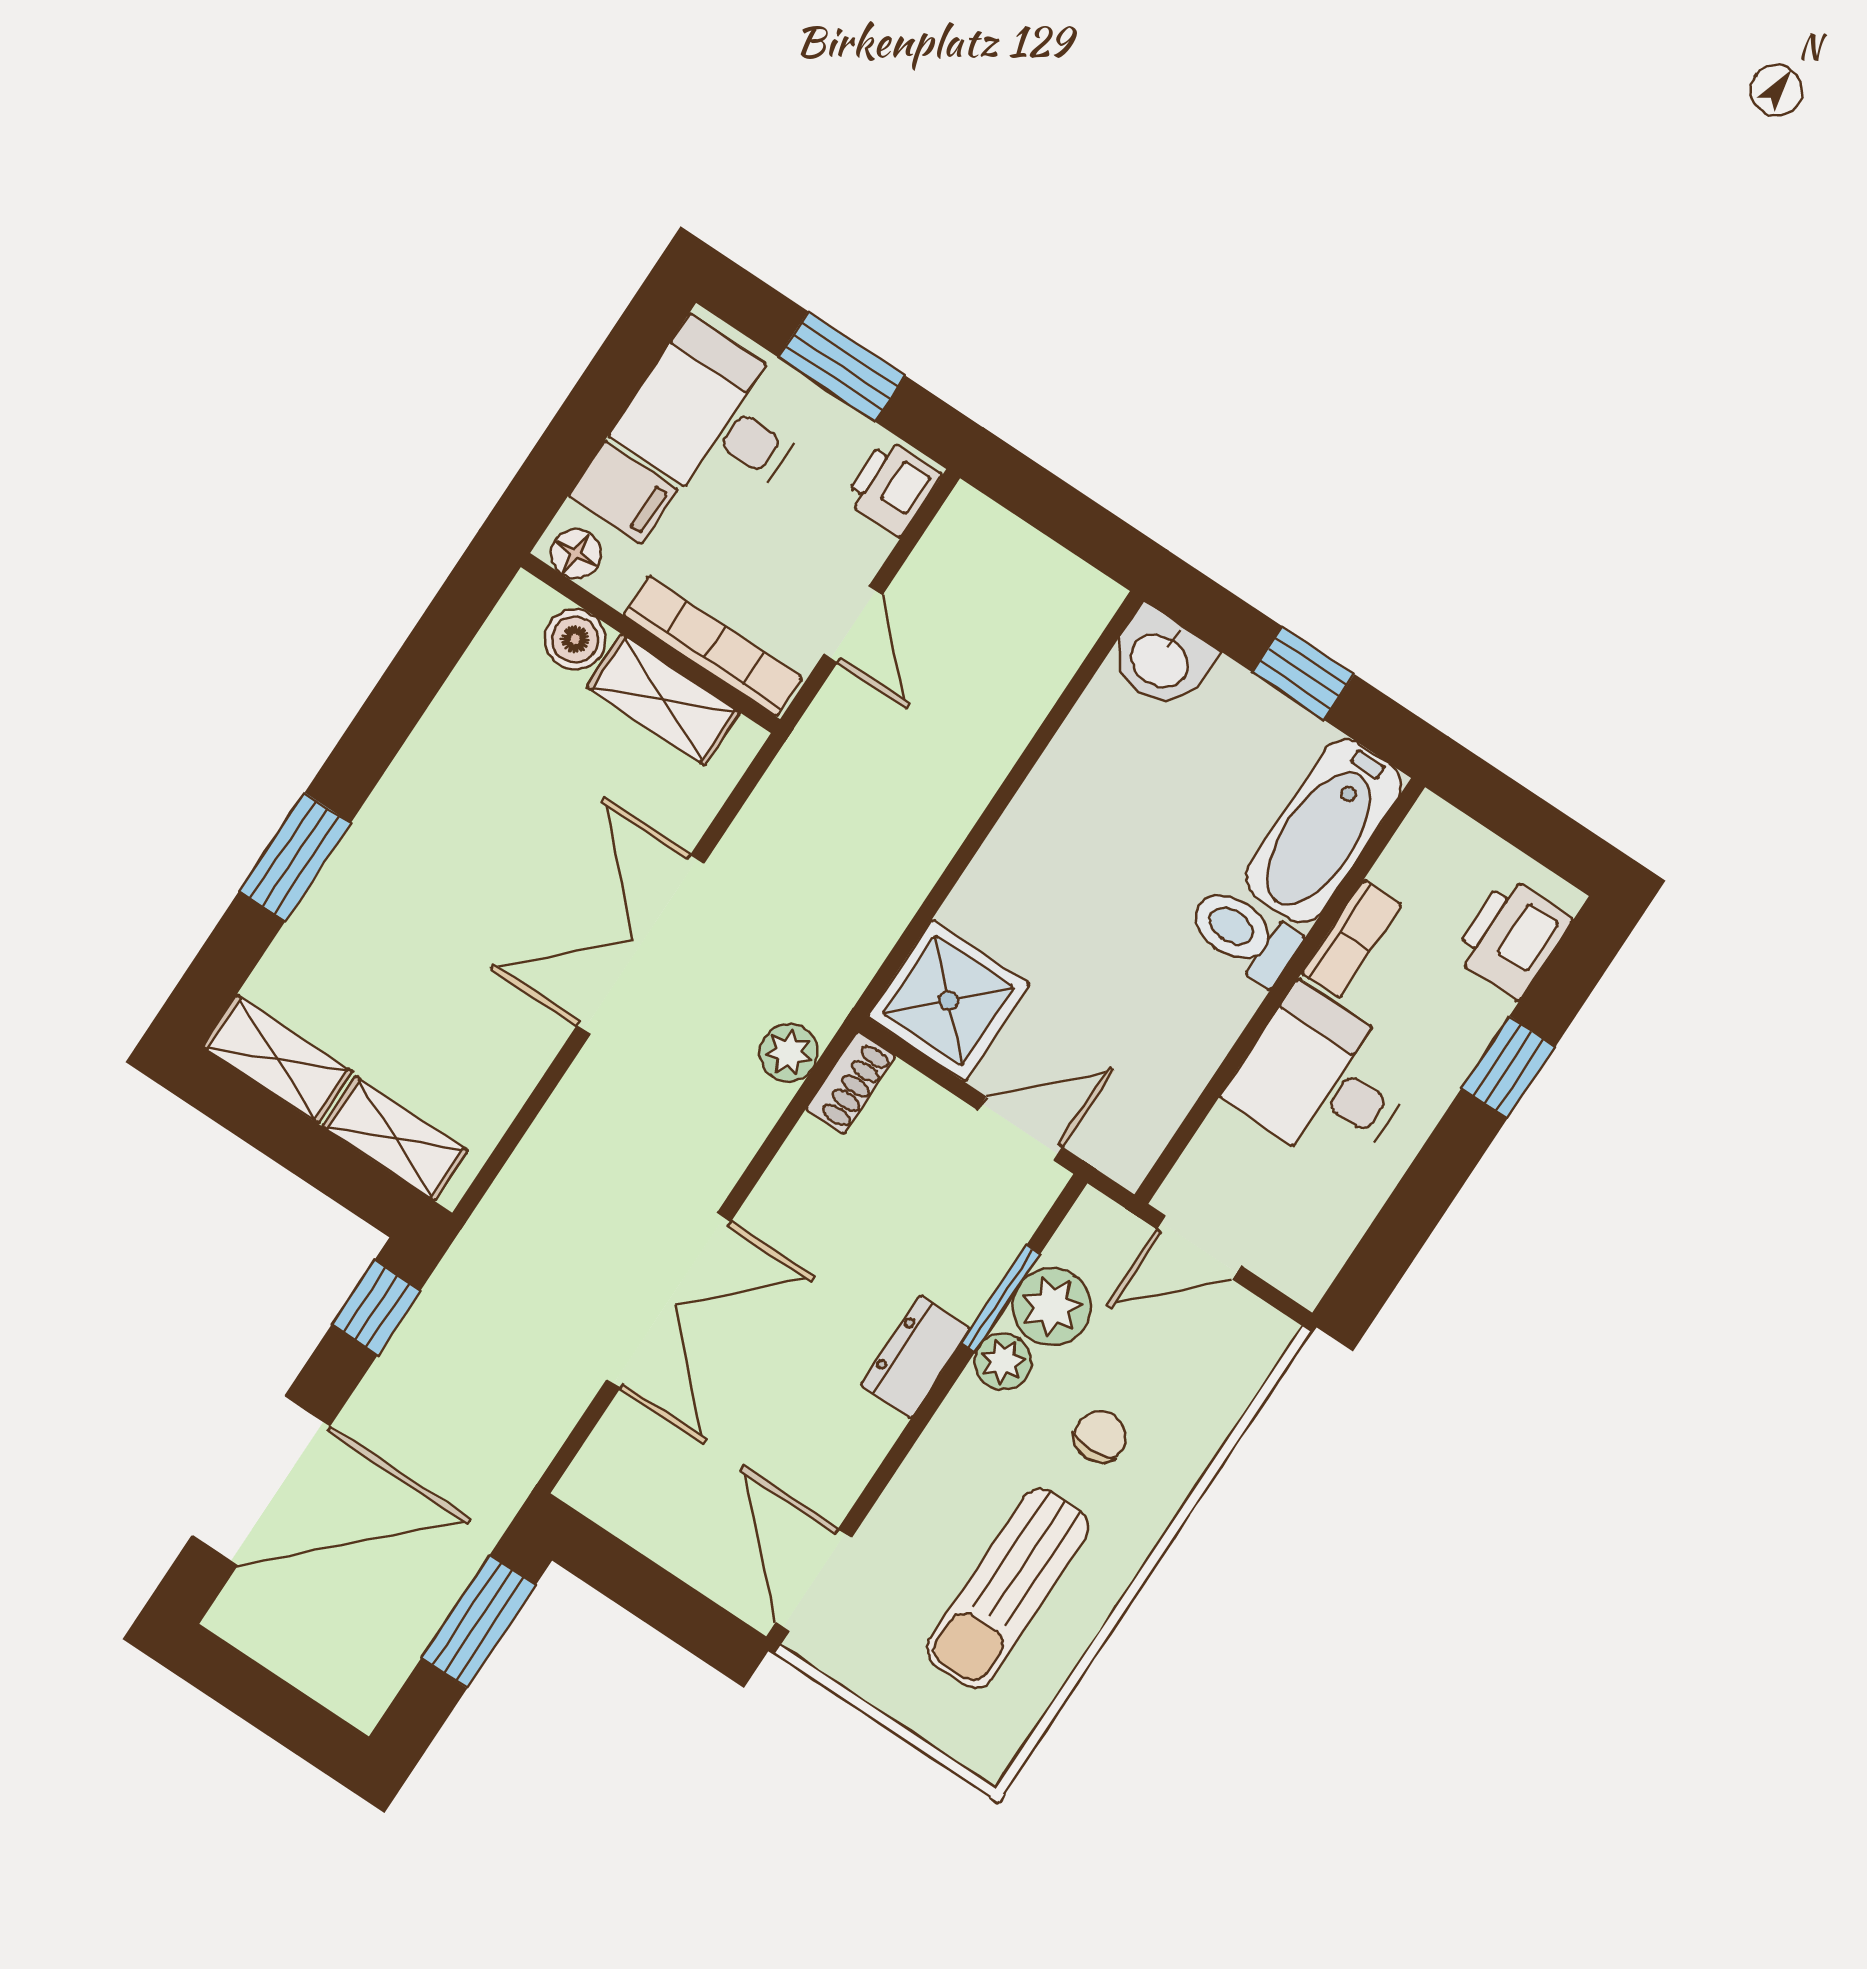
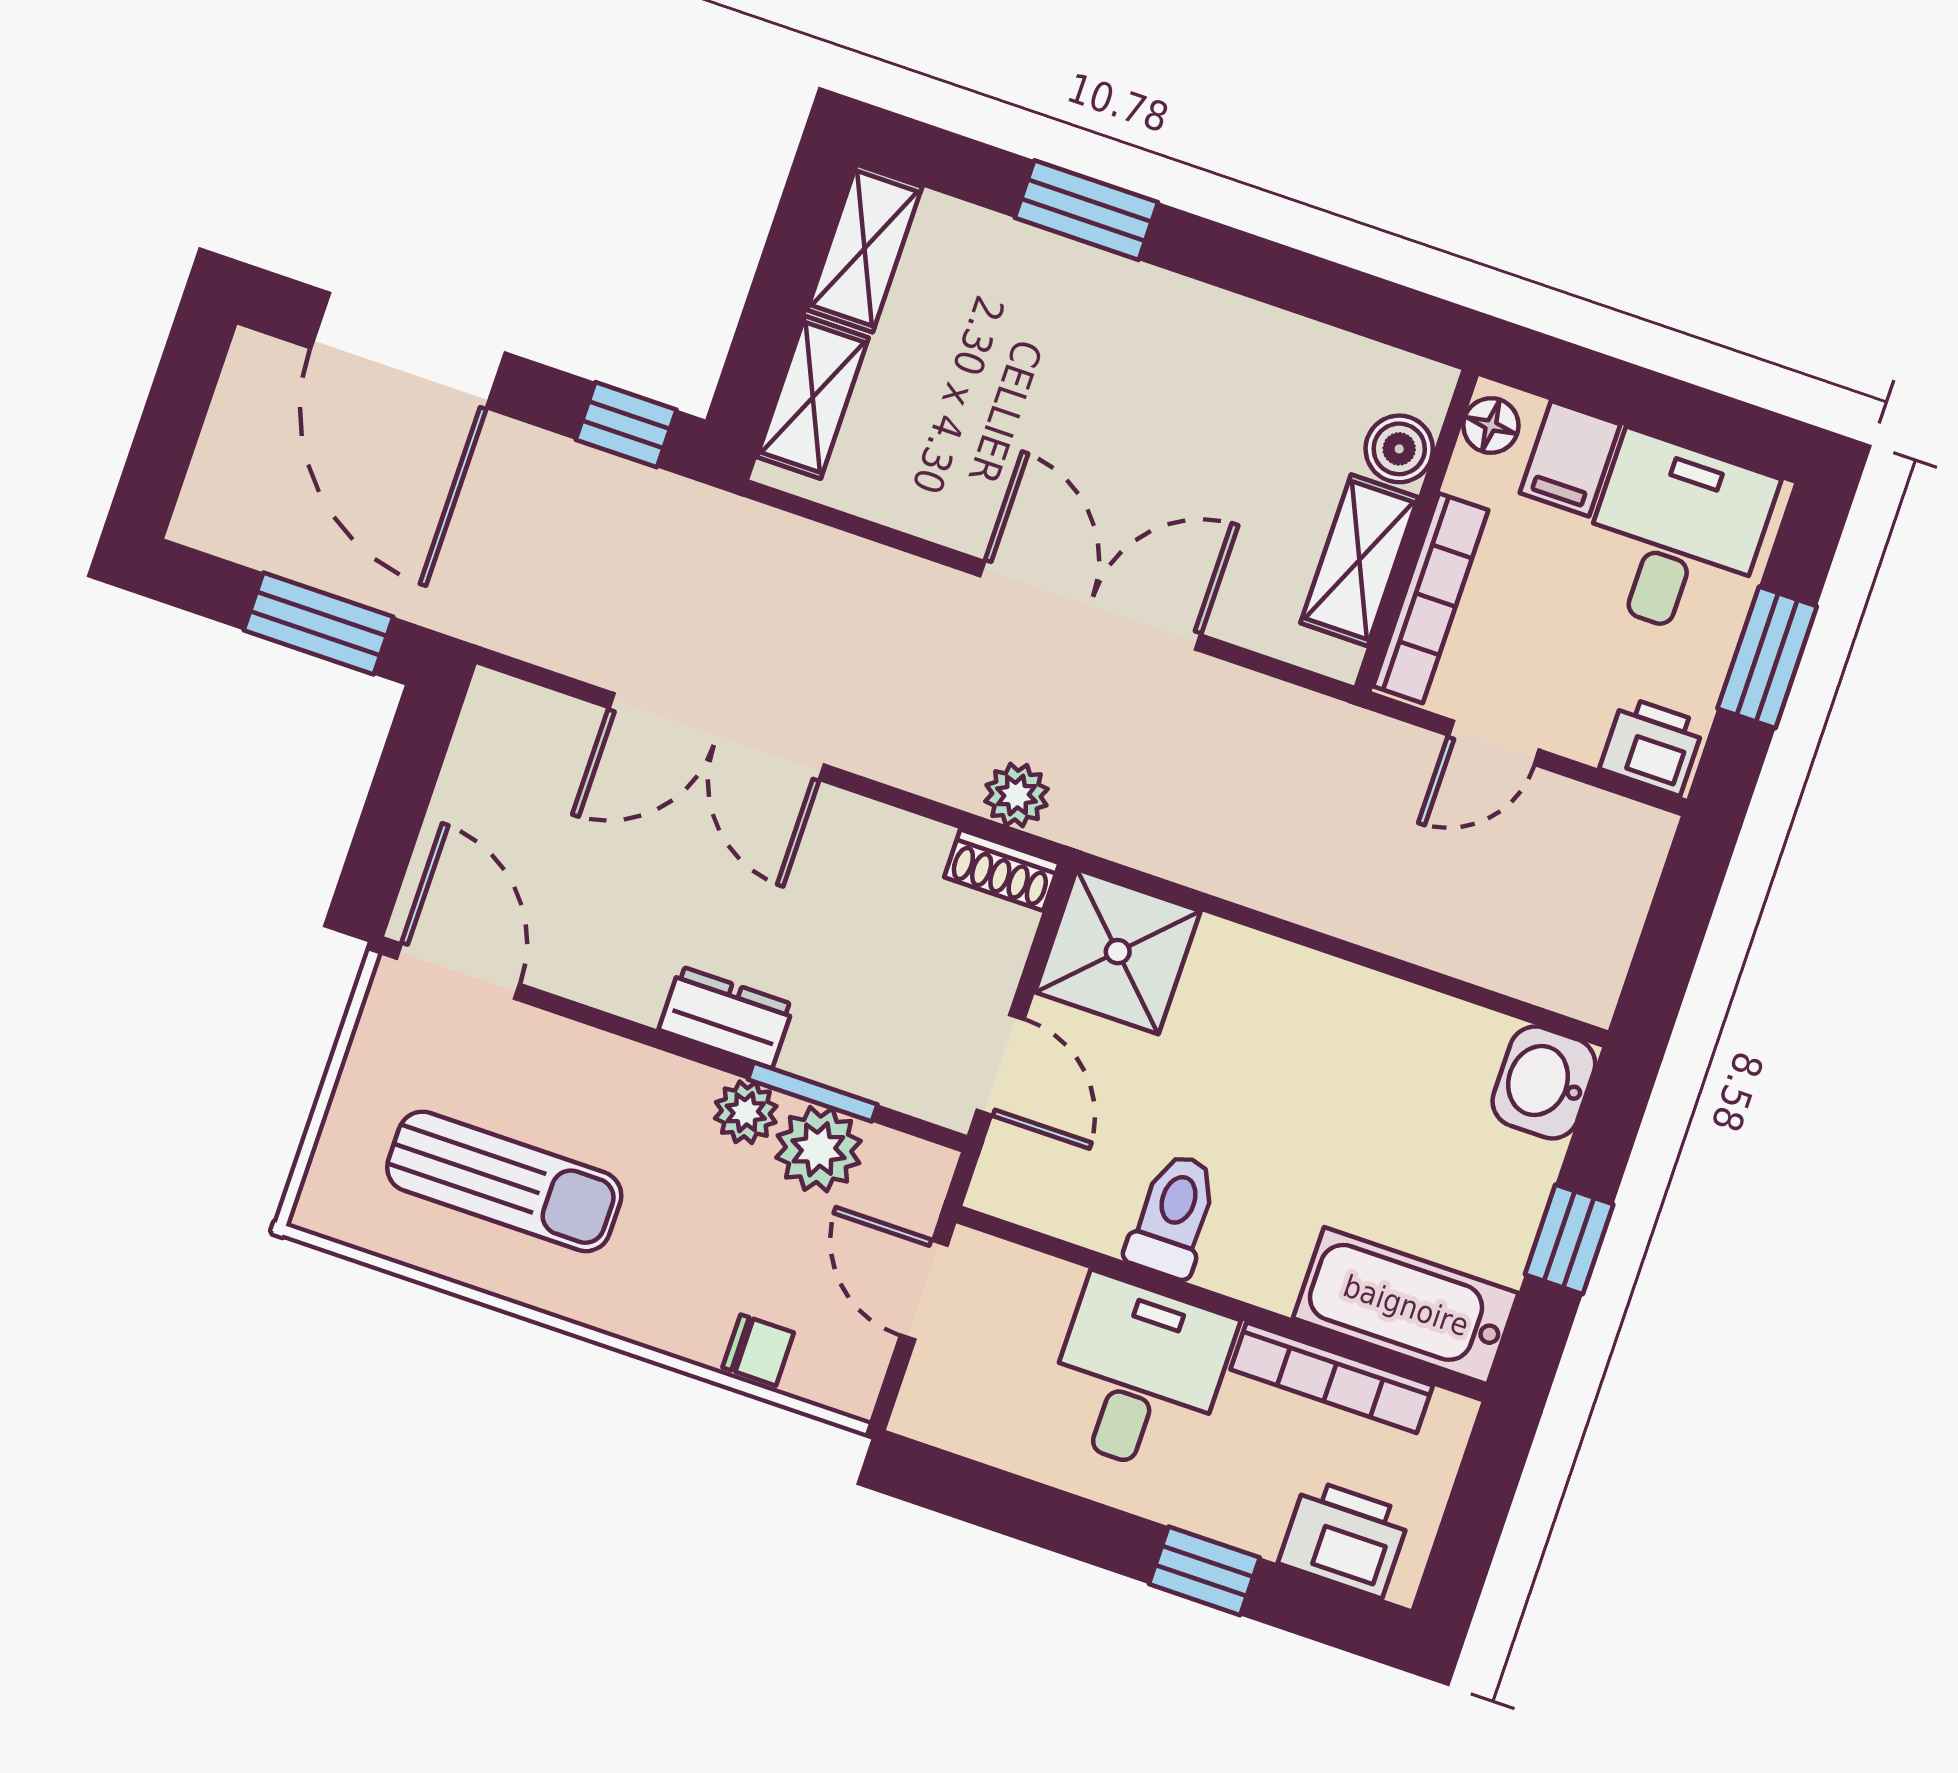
toilet: (1244, 934) -> (1173, 1215), moved
bookcase: (1351, 939) -> (1332, 1378), width x1.56
chair: (1100, 1437) -> (758, 1350), moved
door: (814, 1580) -> (458, 971), hinge flipped
sun lounger: (1008, 1588) -> (504, 1181), turned 180

